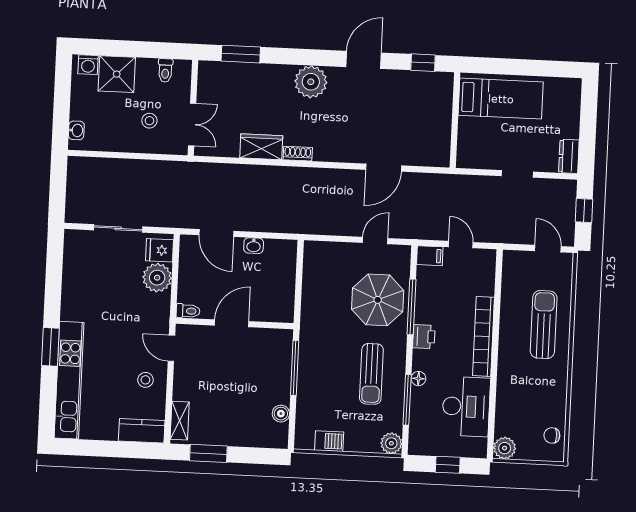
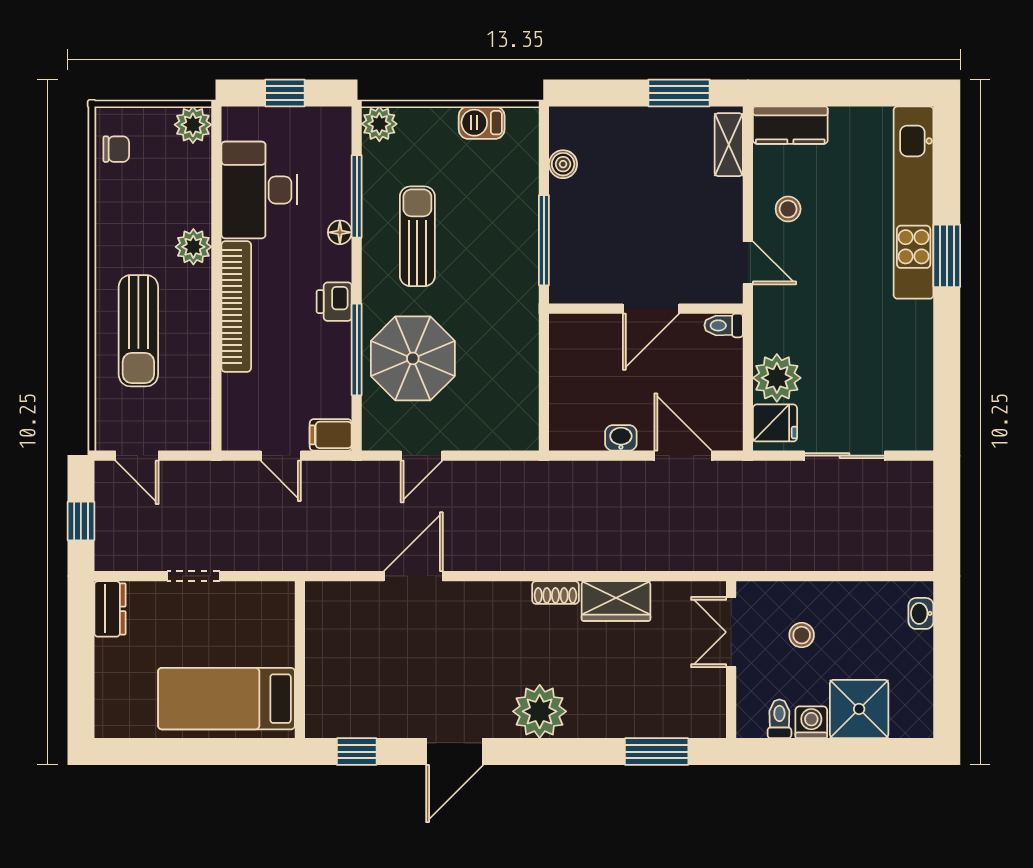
washing machine: (88, 65) -> (811, 722), moved
plant: (508, 374) -> (193, 247), added

